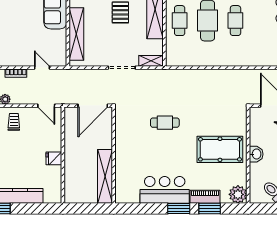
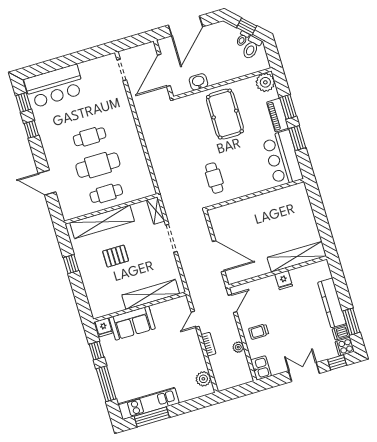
washbasin: (256, 154) -> (198, 82), moved
wall: (114, 155) -> (255, 195), moved
shelving: (105, 176) -> (297, 257), moved

